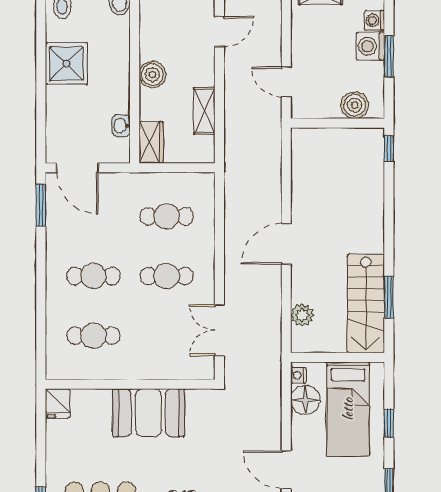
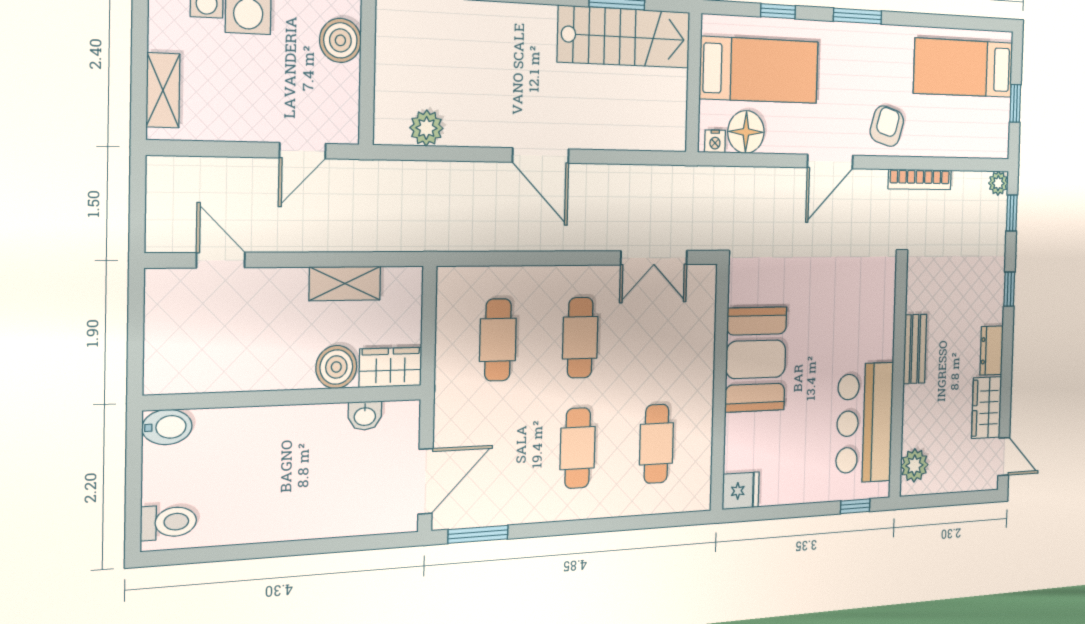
shower: (66, 63) -> (268, 509), removed
boiler: (152, 75) -> (336, 367), moved
plant: (302, 315) -> (426, 128), moved

